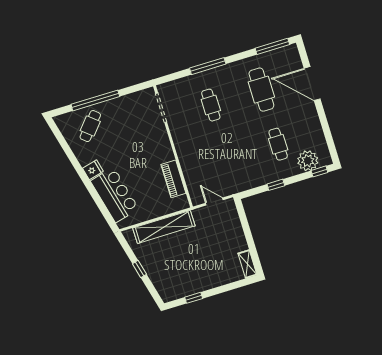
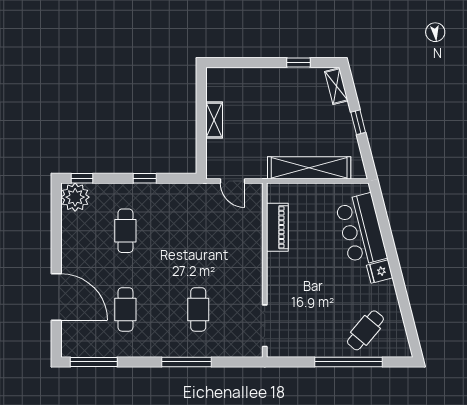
cafe table: (261, 90) -> (125, 309), width x0.73, depth x0.74
plant: (308, 161) -> (75, 197), moved
shelving: (247, 264) -> (214, 120), moved
shelving: (162, 289) -> (336, 86), added

